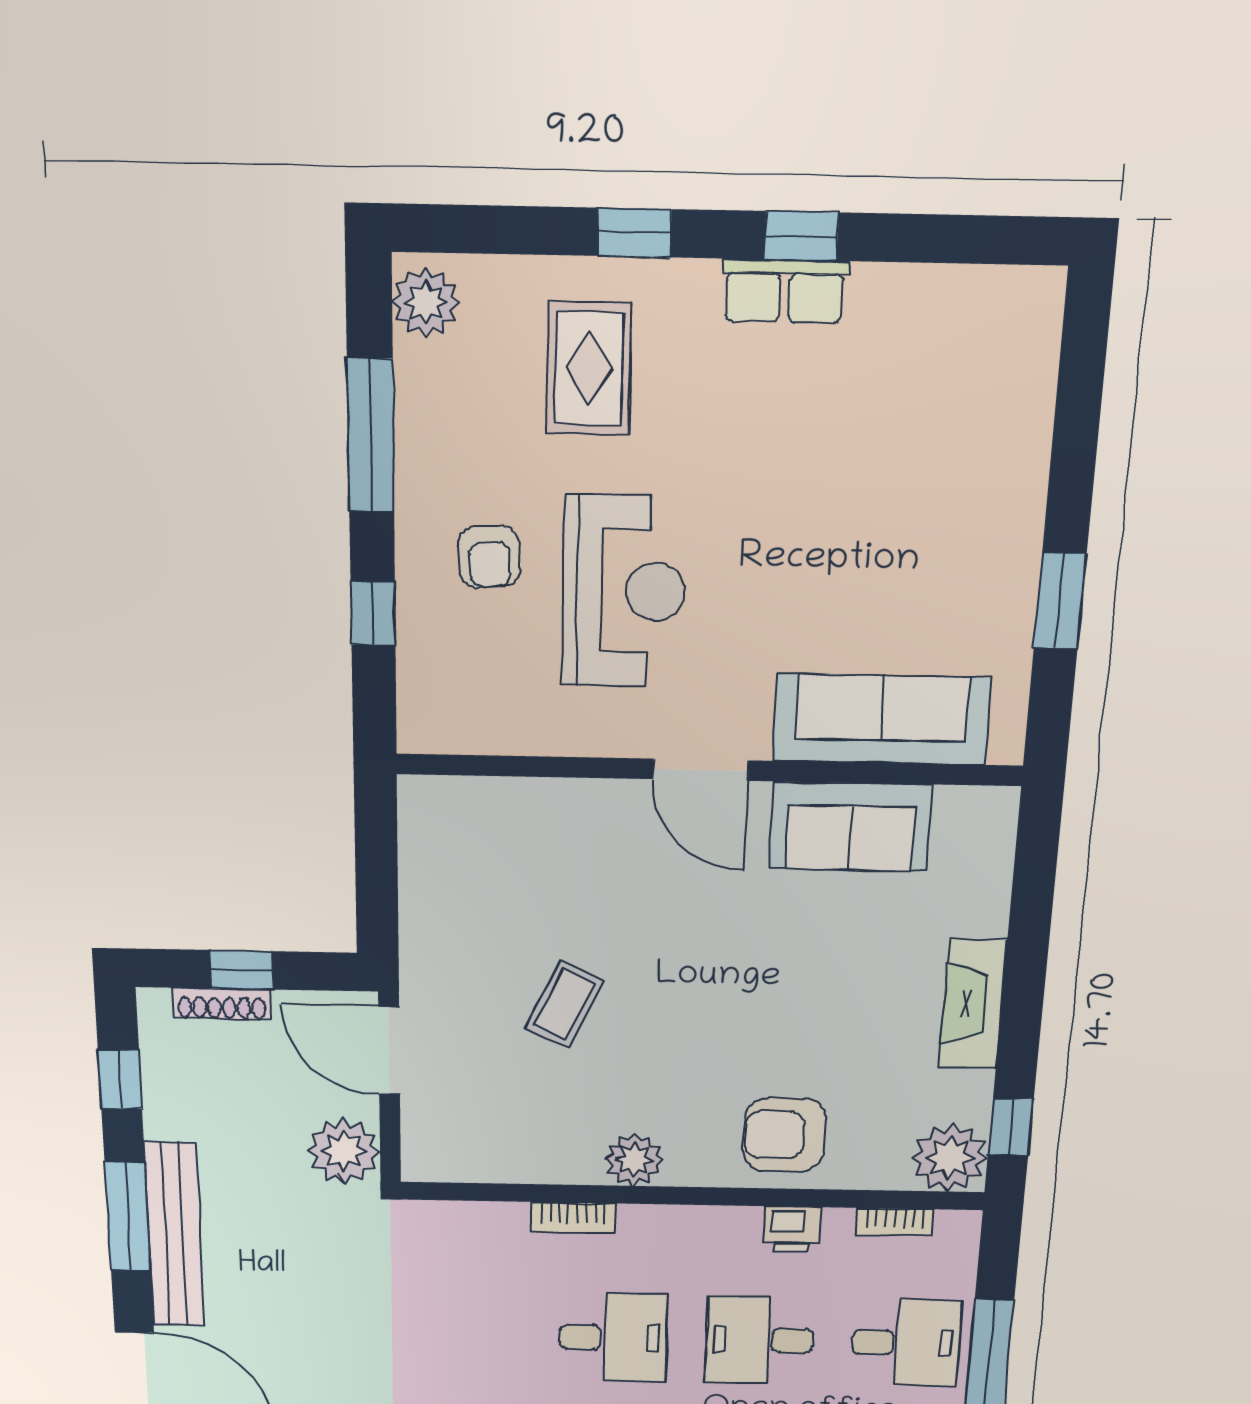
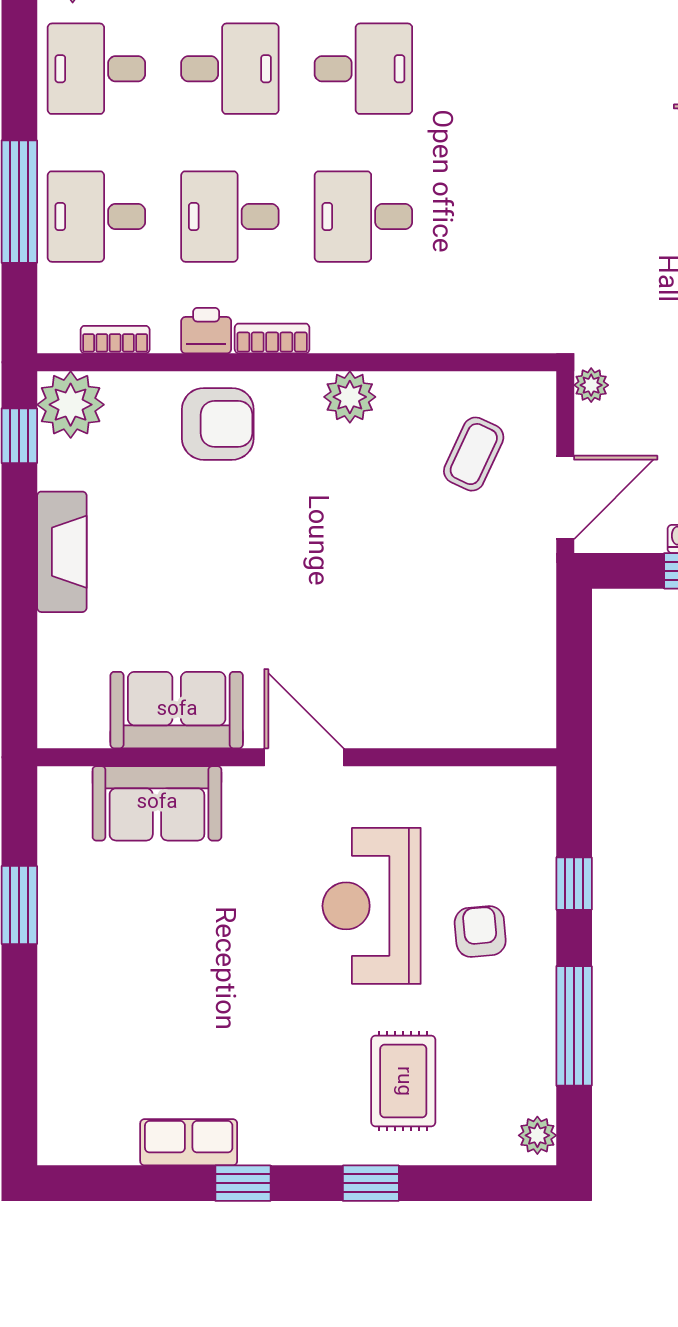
row of seats: (785, 291) -> (189, 1142), moved
plant: (426, 303) -> (537, 1135), width x0.73, depth x0.73
sofa: (882, 719) -> (157, 803), width x0.73
coffee table: (564, 1004) -> (474, 454), moved
door: (389, 1051) -> (565, 497), hinge flipped
plant: (344, 1151) -> (591, 385), width x0.53, depth x0.53
bookcase: (573, 1218) -> (272, 338), moved
desk: (760, 1340) -> (230, 217), turned 180

